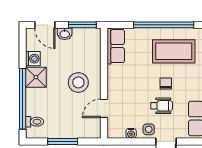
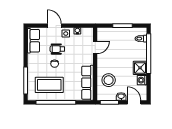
row of seats: (116, 46) -> (88, 83), width x1.48
stool: (78, 82) -> (109, 80), moved

